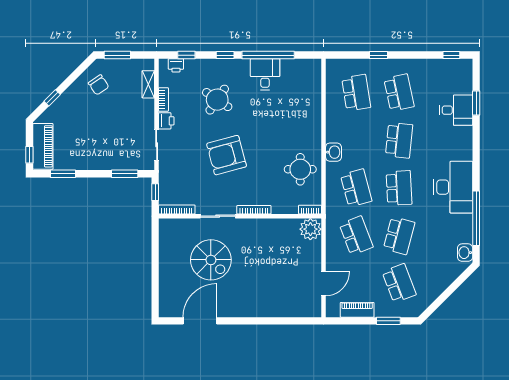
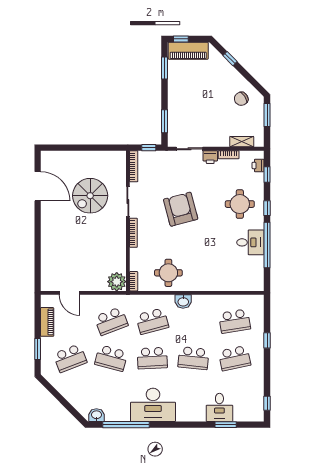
round table: (217, 100) -> (240, 204), moved, turned -34

